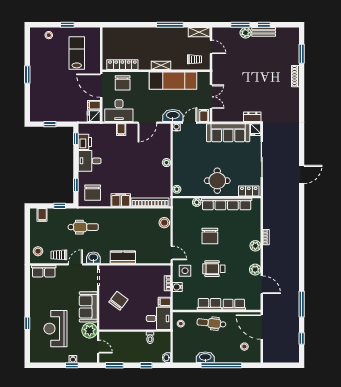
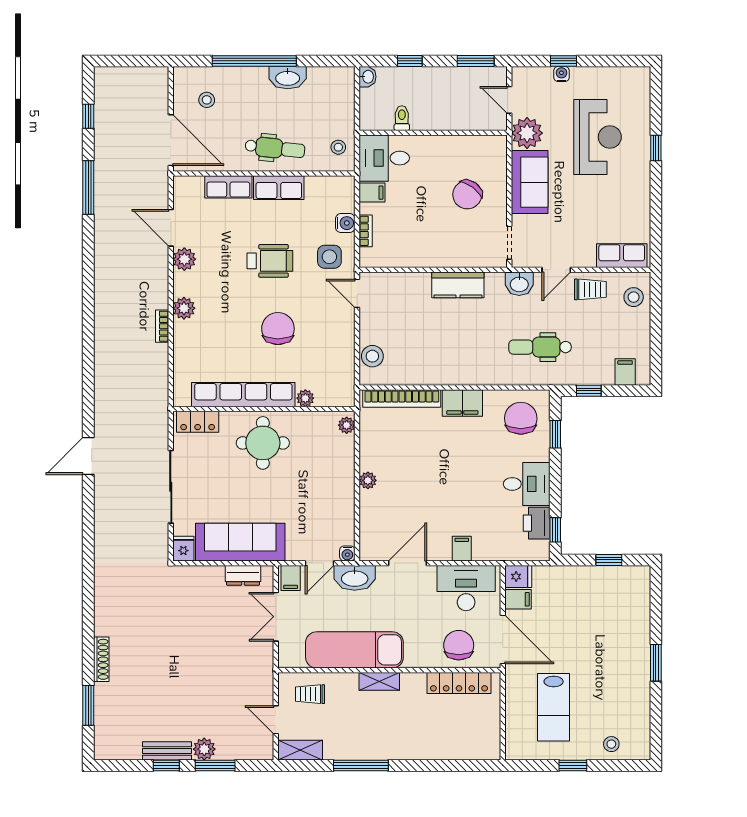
dresser: (252, 117) -> (243, 575), moved

